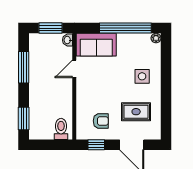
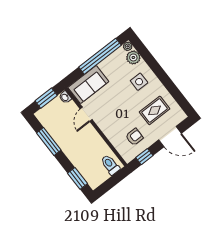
plant: (153, 52) -> (133, 57), added

